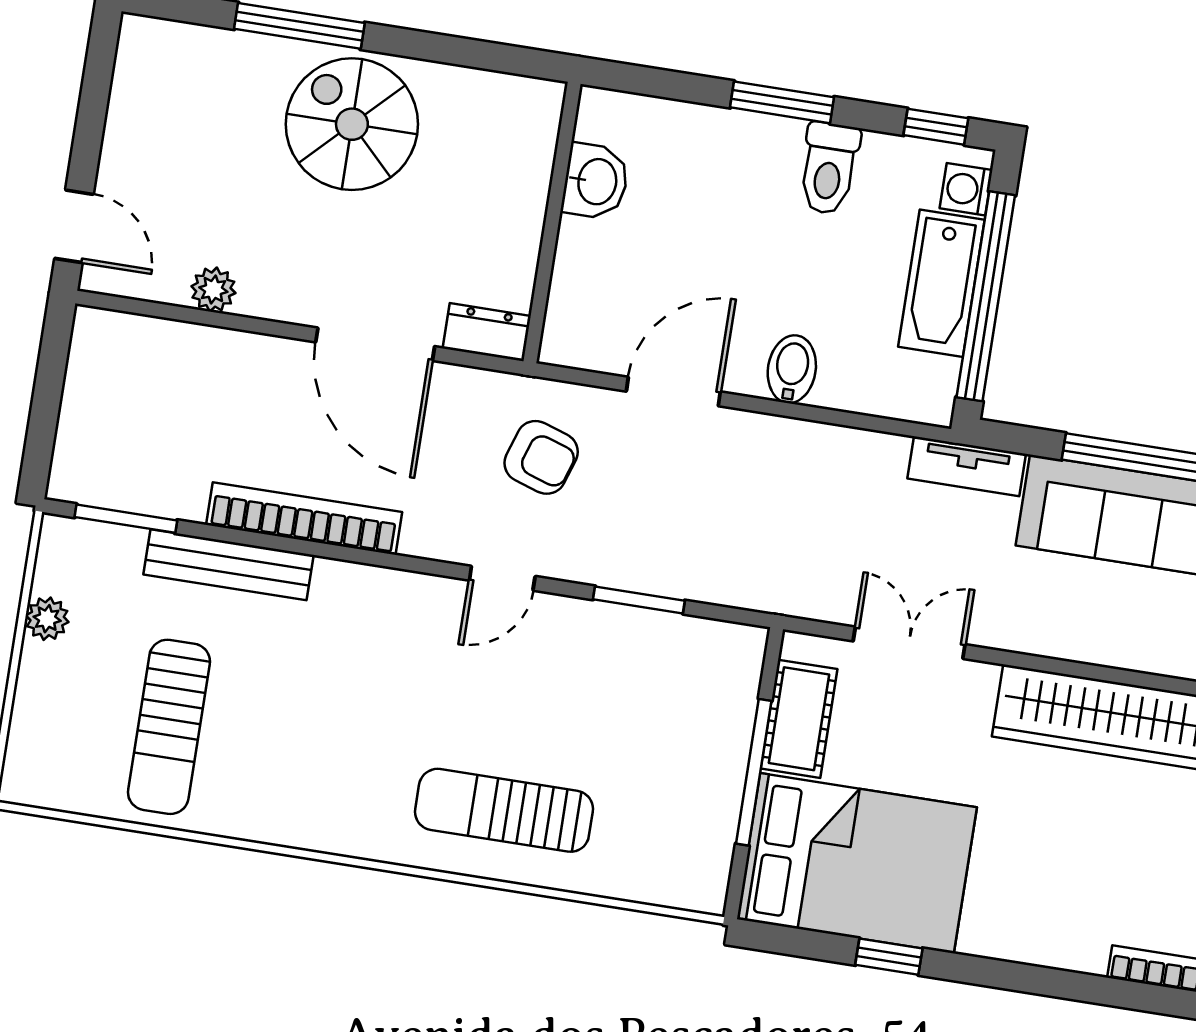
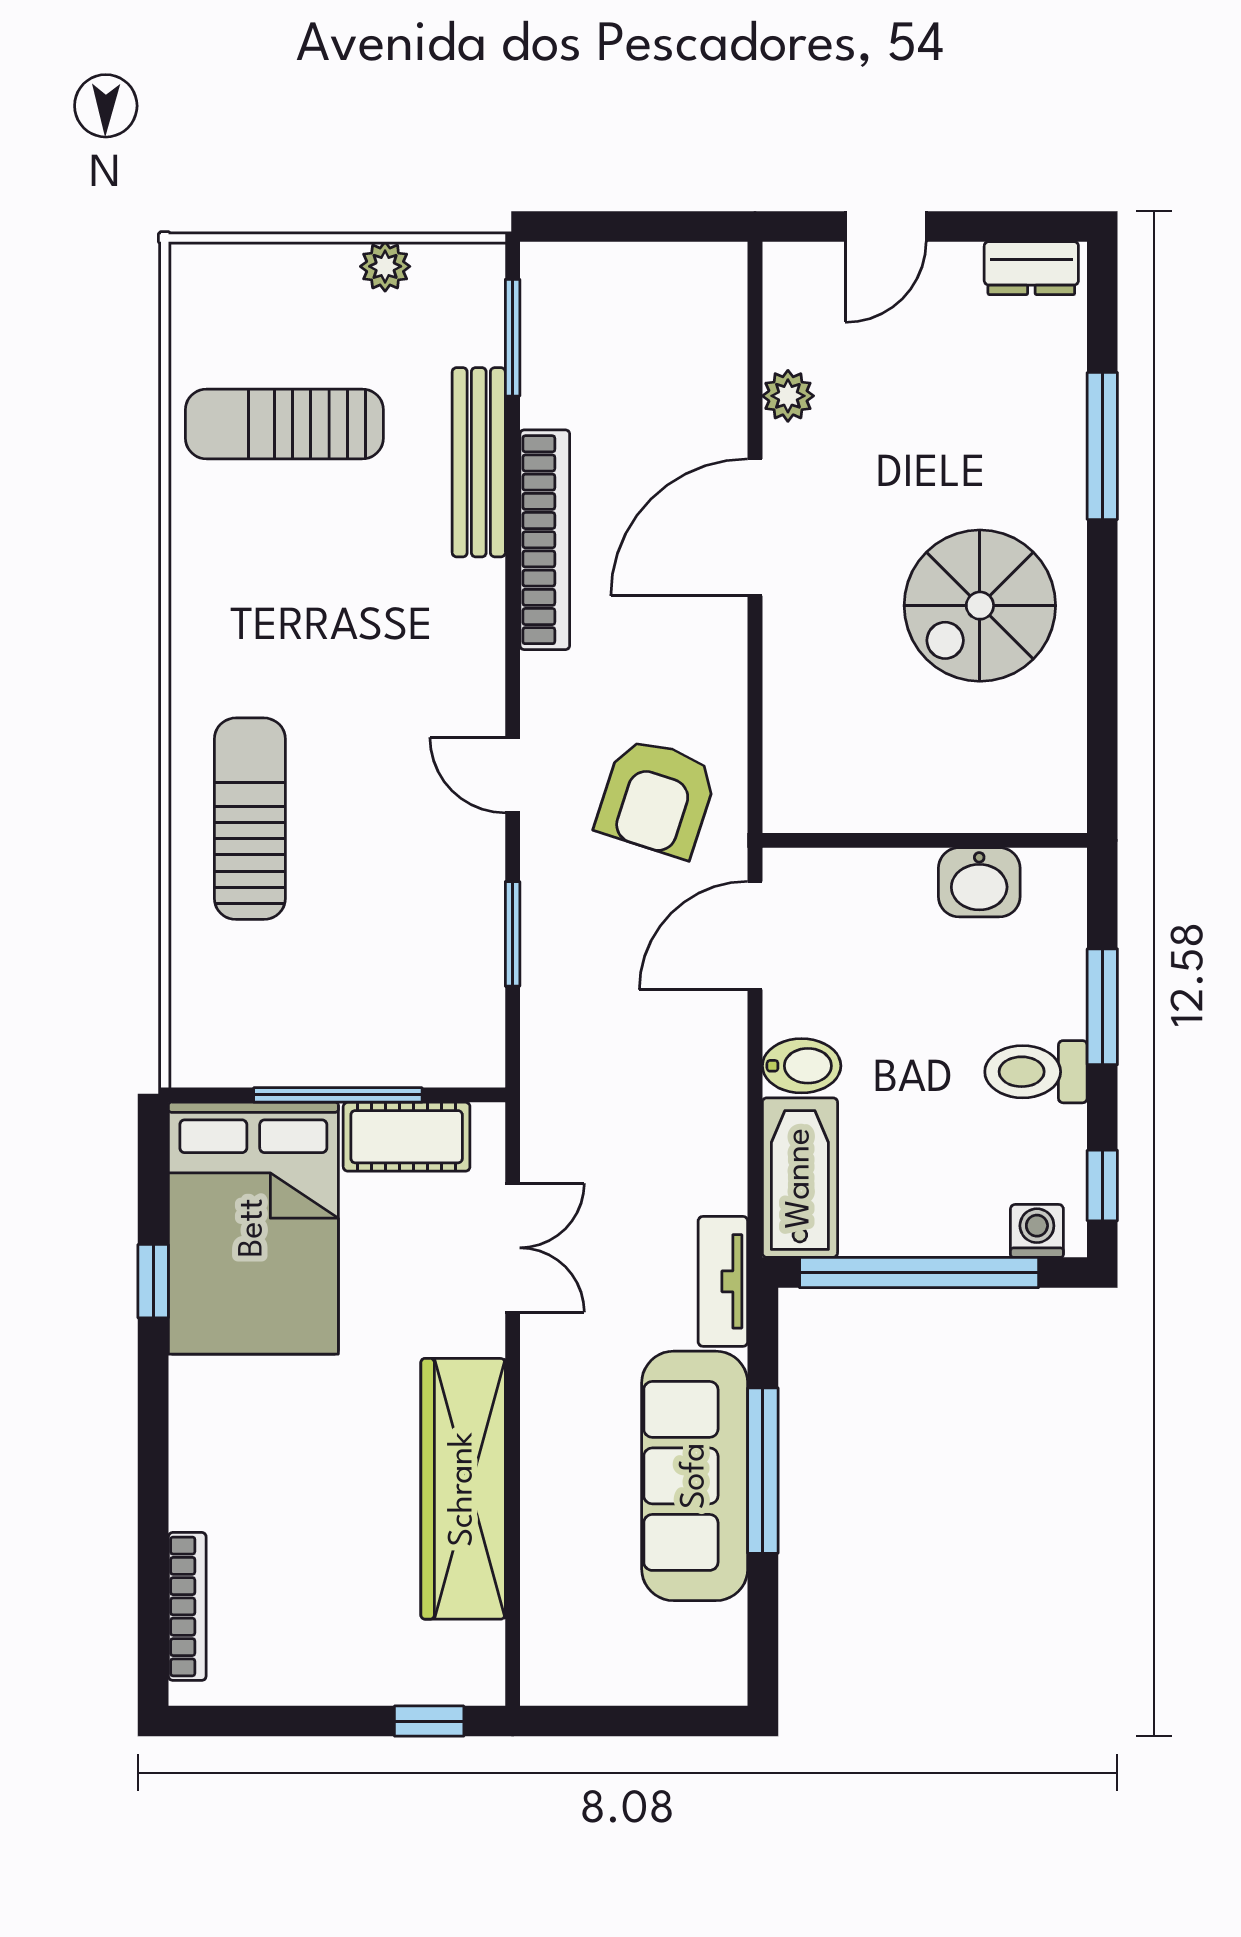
spiral stairs: (352, 124) -> (980, 606), moved, turned 180
washbasin: (596, 181) -> (979, 882), moved
wall: (552, 223) -> (925, 840), moved
door: (74, 226) -> (886, 226), moved
bathtub: (941, 283) -> (800, 1178), moved, turned 90
dresser: (487, 332) -> (1031, 268), moved, turned 90
door: (375, 344) -> (755, 527), moved
door: (673, 392) -> (755, 936), swing flipped
armchair: (541, 457) -> (657, 797), width x1.38, depth x1.38

